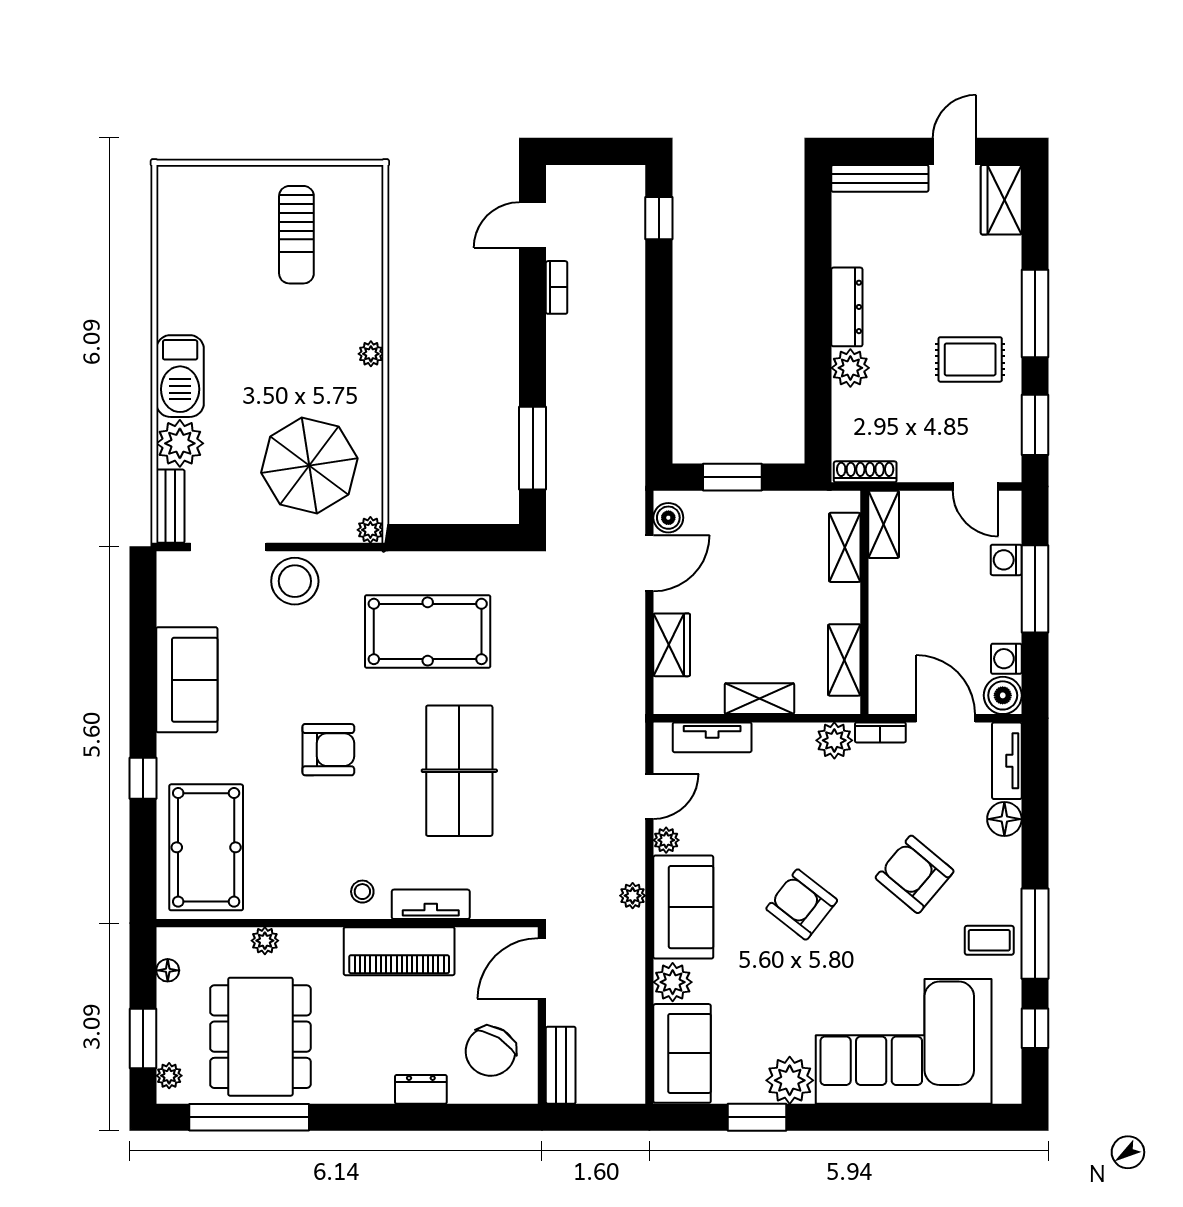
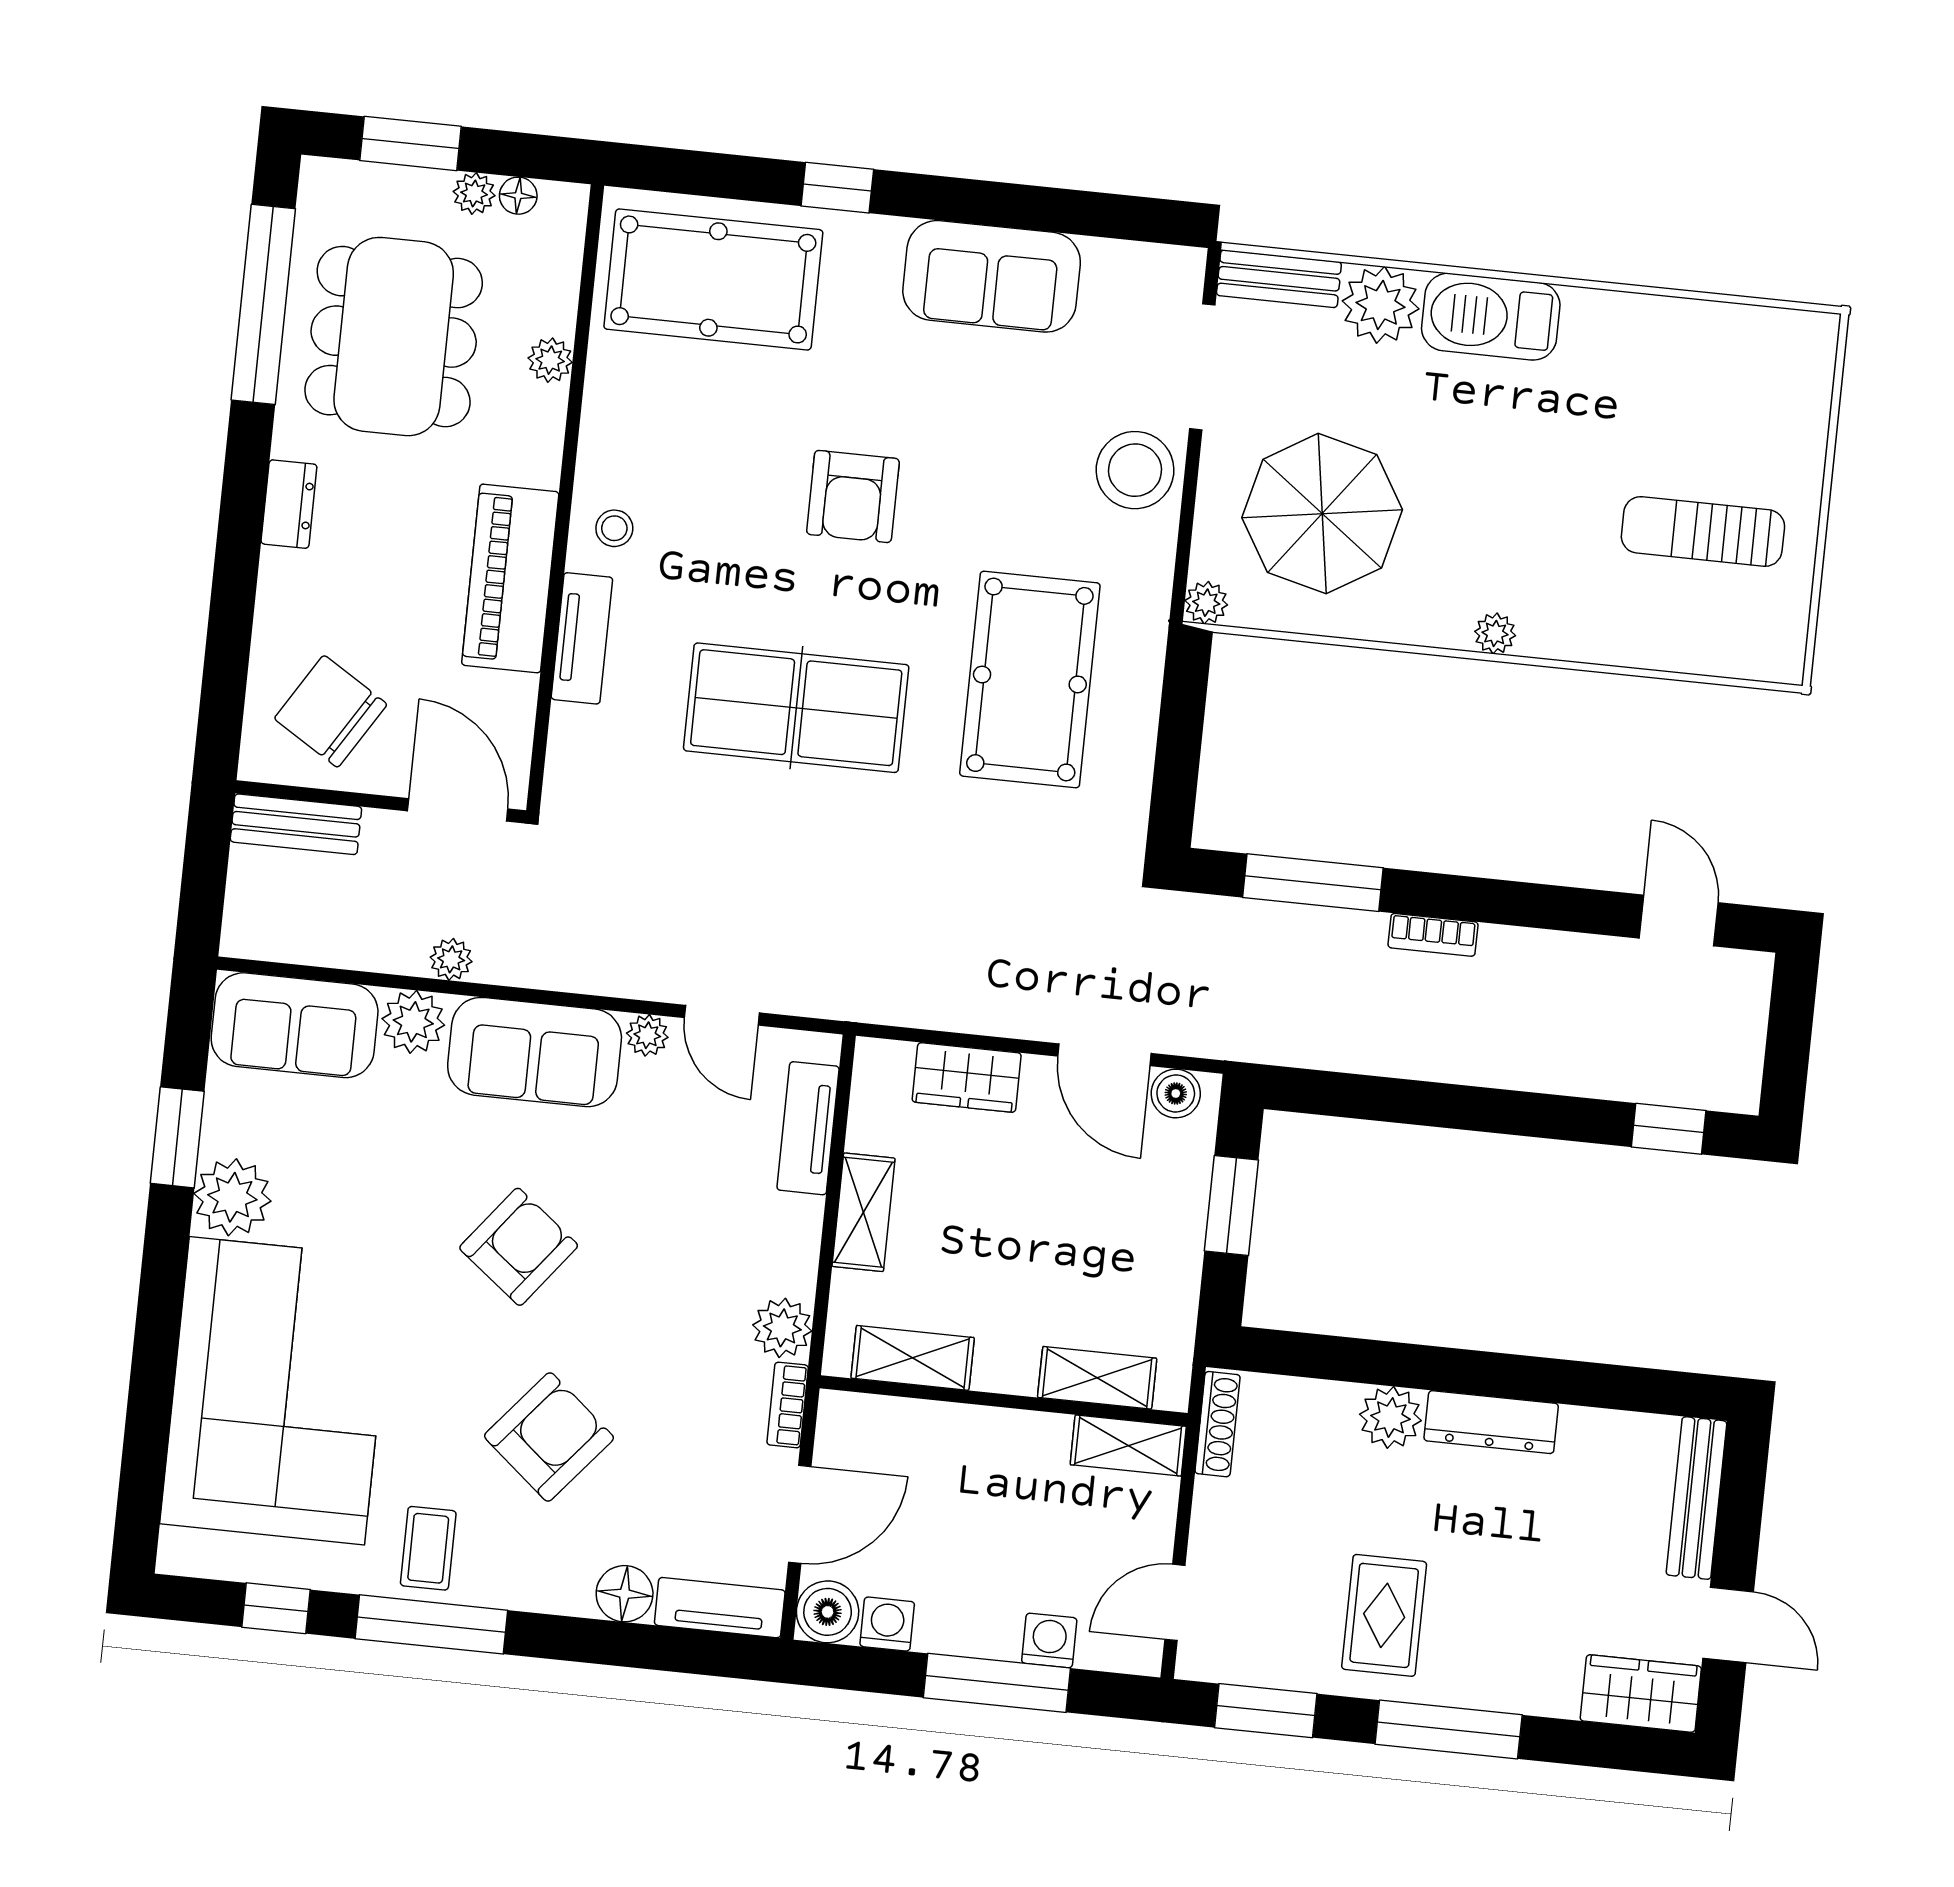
bookcase: (557, 287) -> (1433, 935), moved
plant: (633, 896) -> (451, 959), moved
dining table: (260, 1037) -> (394, 337), turned 90
plant: (169, 1076) -> (474, 193), moved
dresser: (421, 1089) -> (289, 504), moved

